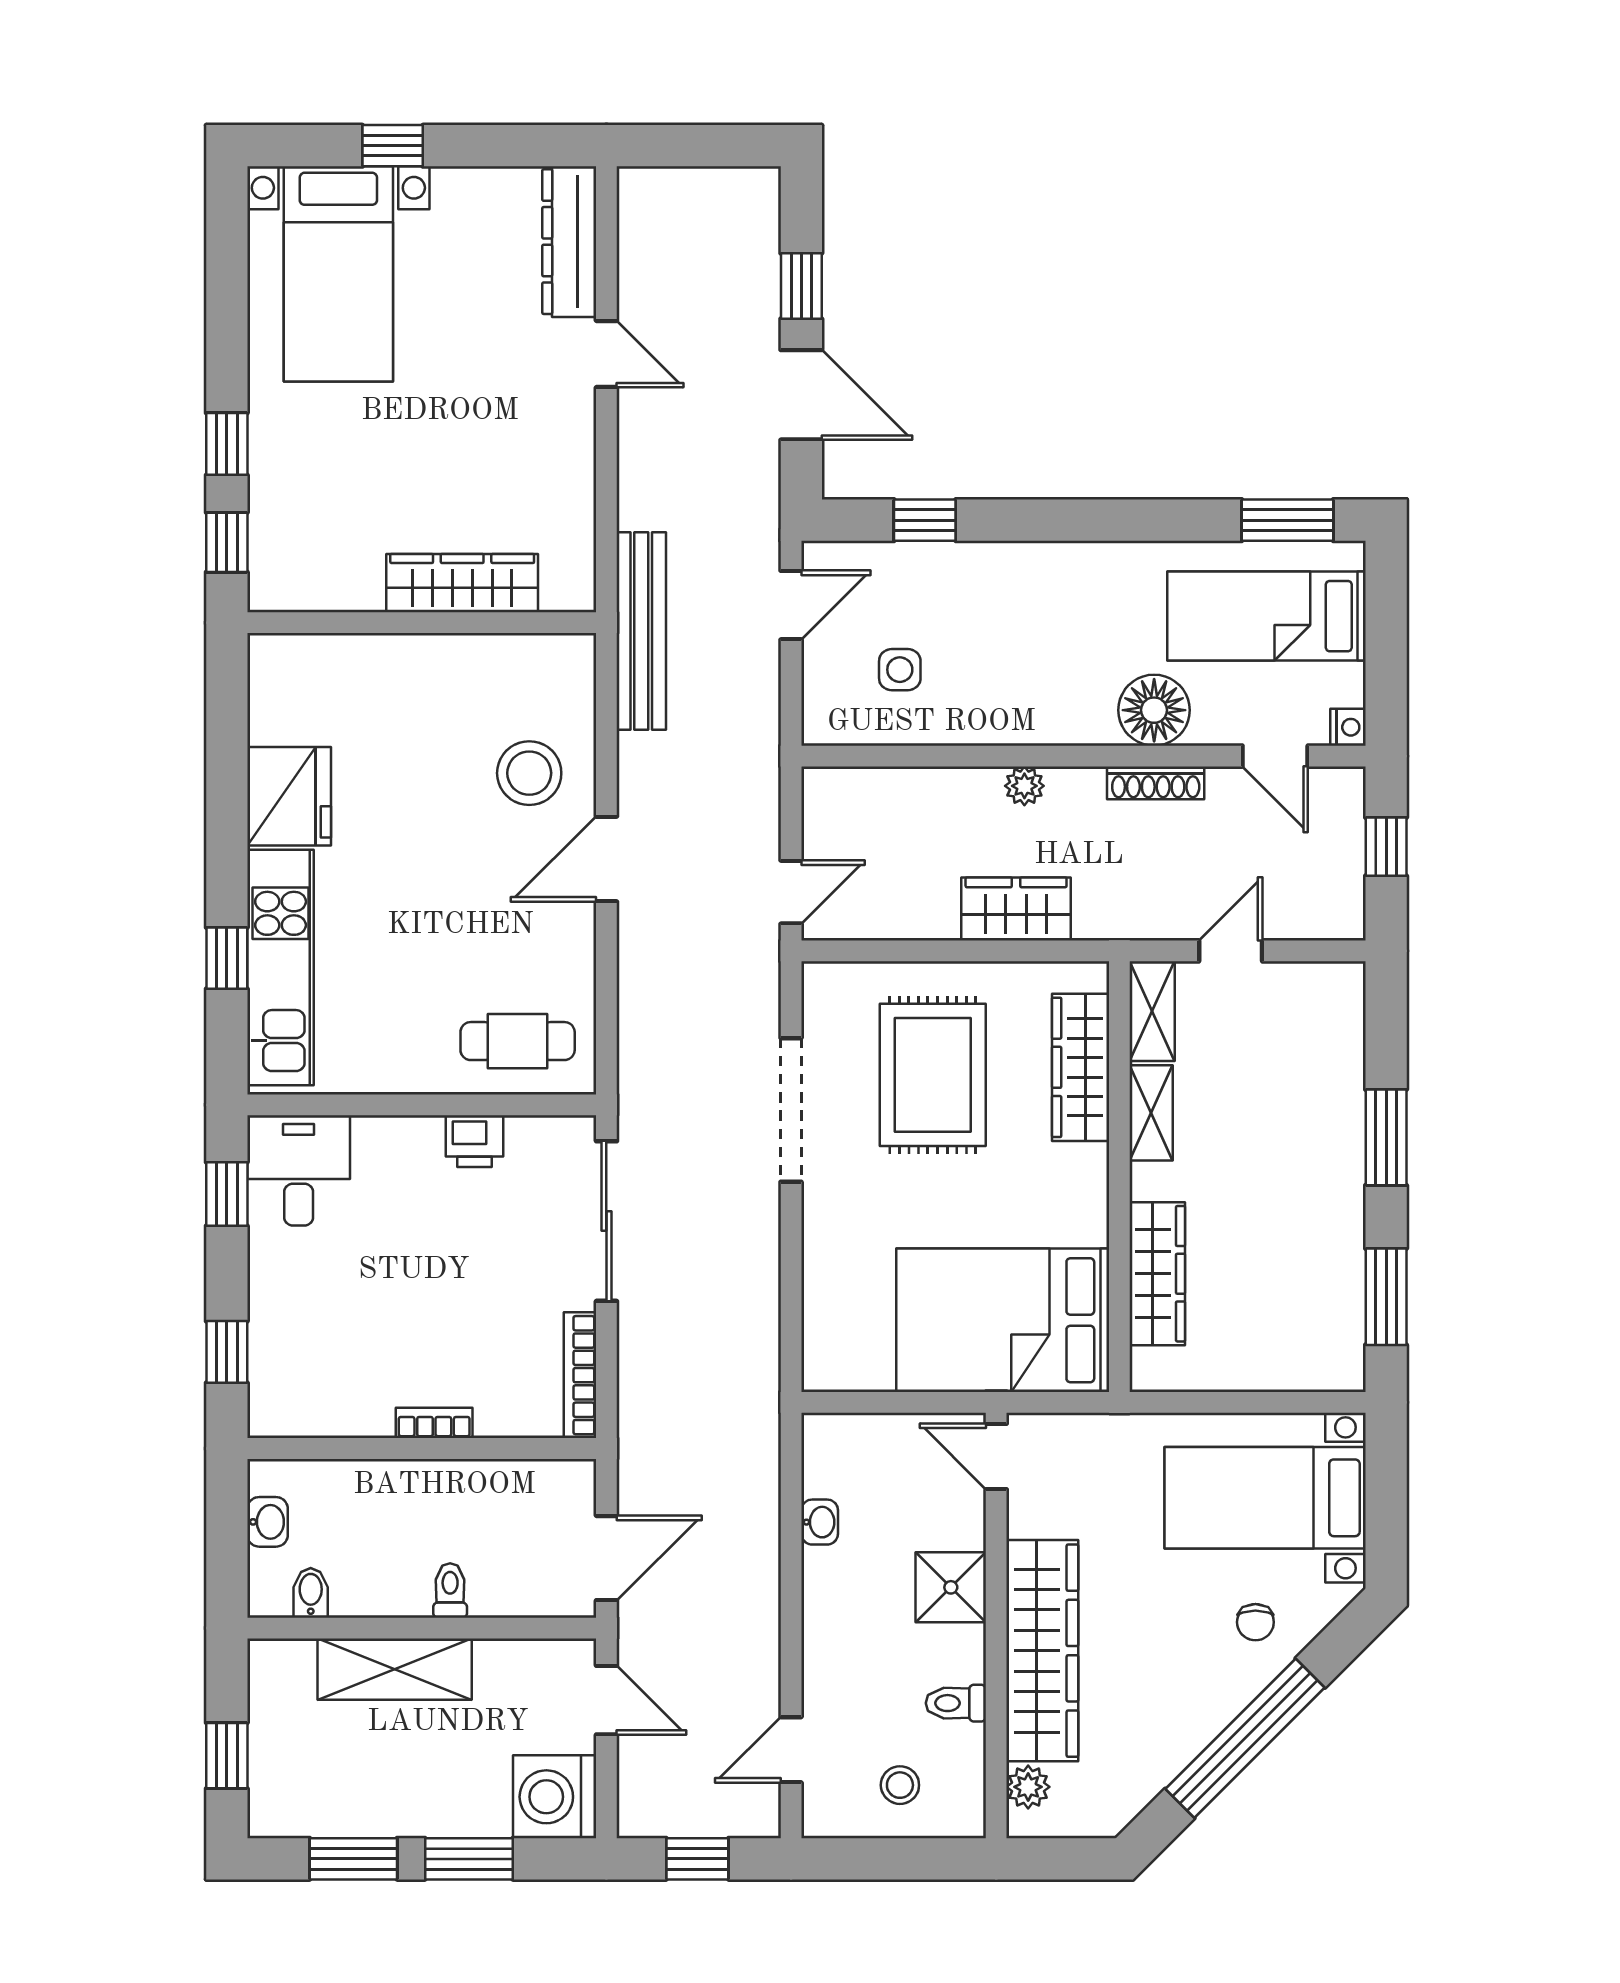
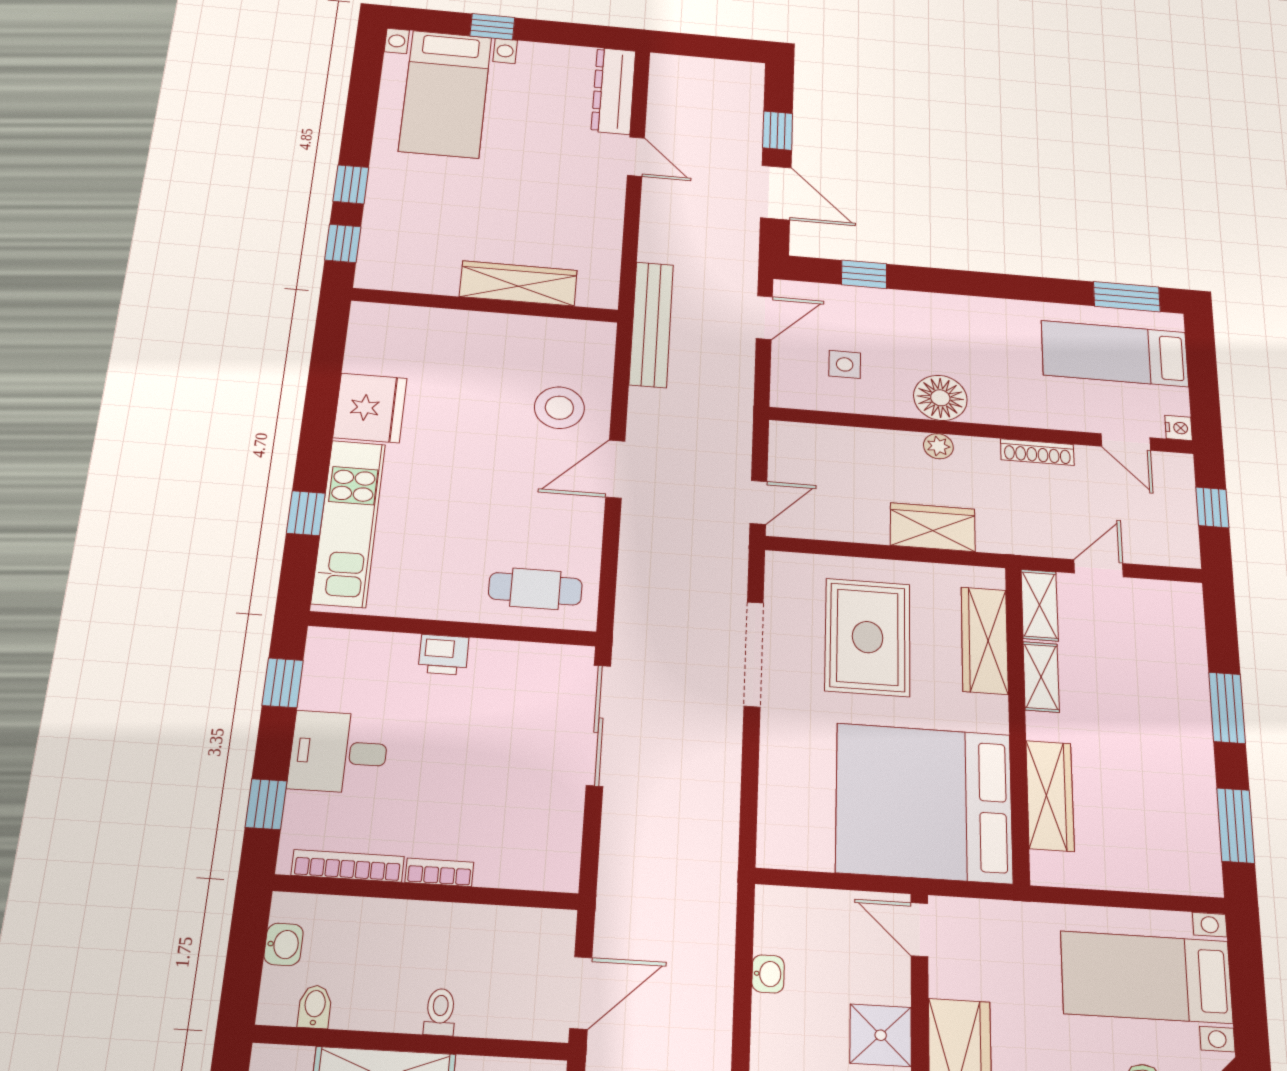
floor lamp: (1154, 710) -> (940, 398), moved
printer: (475, 1141) -> (443, 655), moved
desk: (299, 1170) -> (339, 752), moved, turned -90
bed: (1003, 1320) -> (924, 803), width x1.36
bookcase: (580, 1375) -> (348, 866), moved, turned 90

